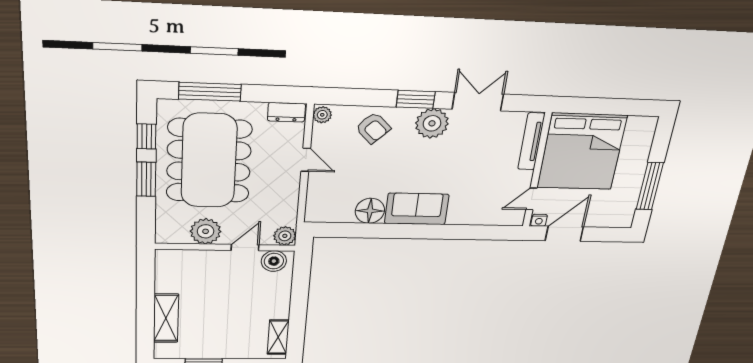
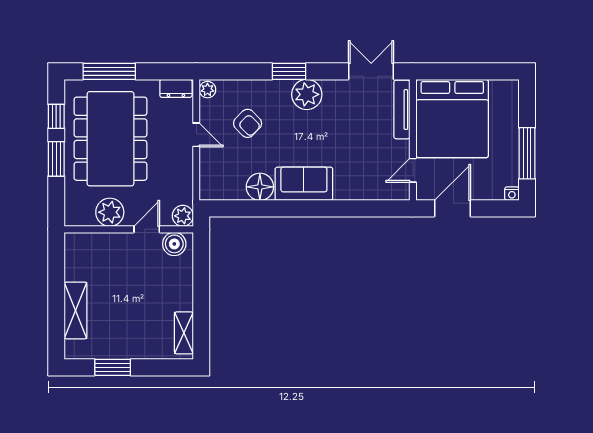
double door: (478, 102) -> (371, 71), moved
armchair: (373, 128) -> (248, 123), moved
nightstand: (539, 220) -> (512, 194), moved

